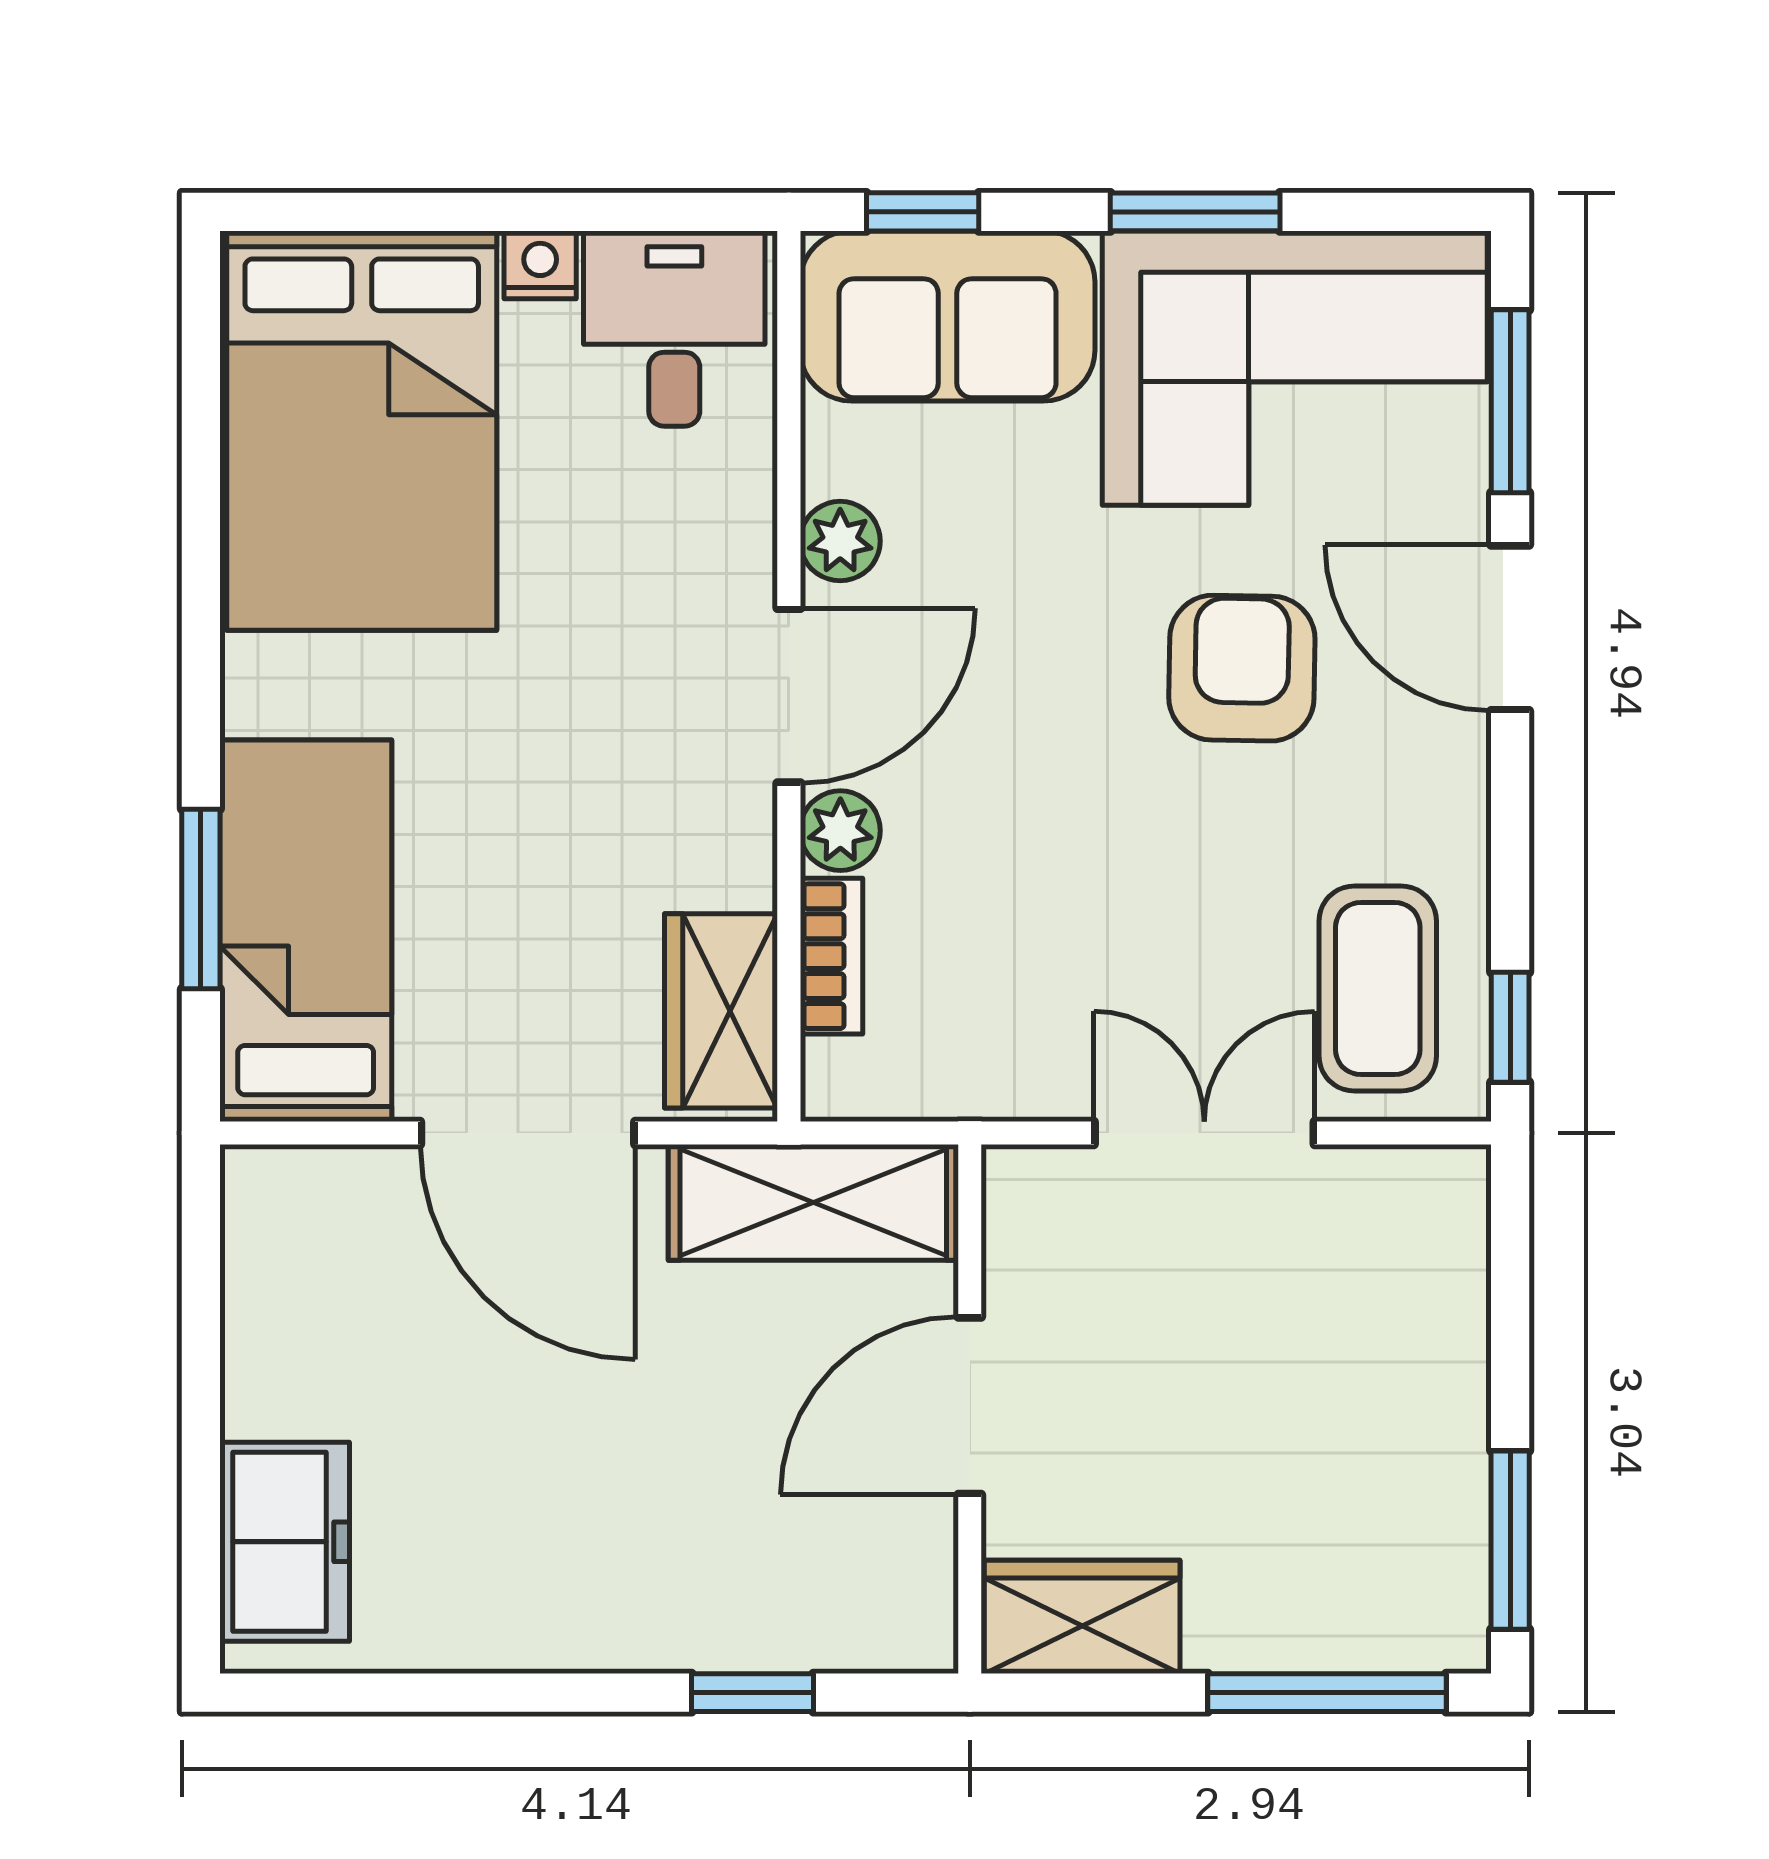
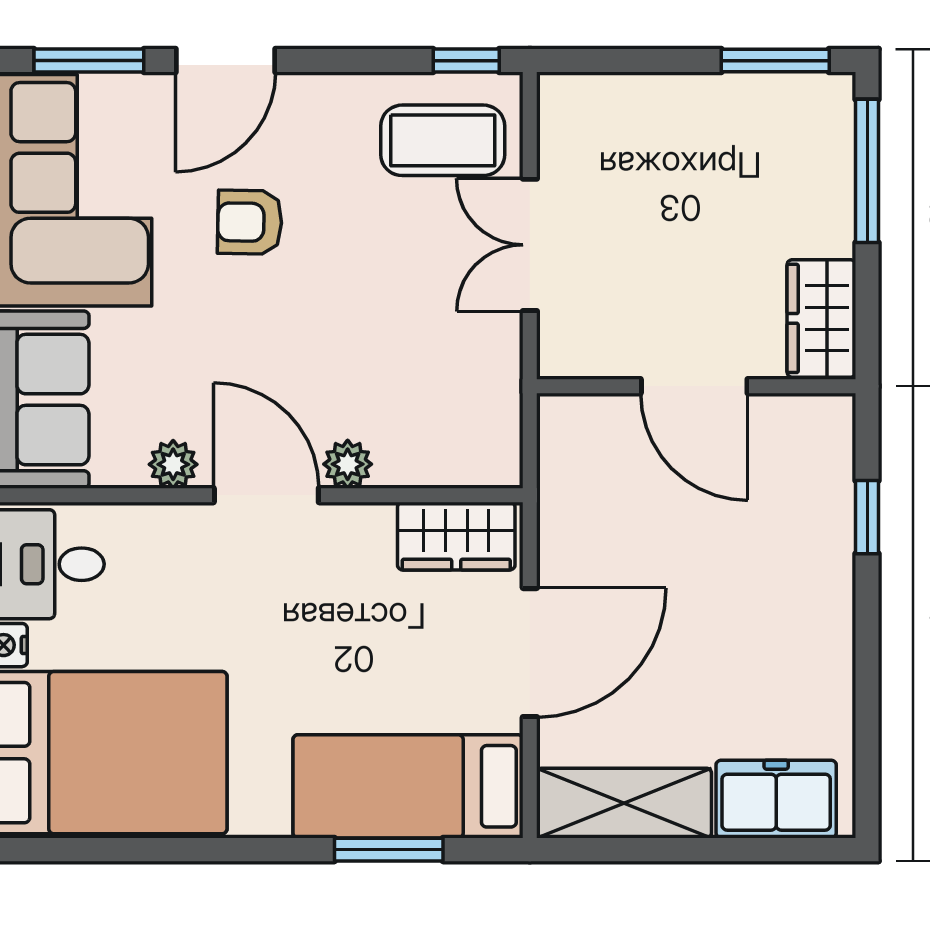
armchair: (1242, 668) -> (250, 222), width x0.72, depth x0.72
bookcase: (831, 956) -> (423, 470), removed
shelving: (813, 1202) -> (624, 803), moved, turned 90

